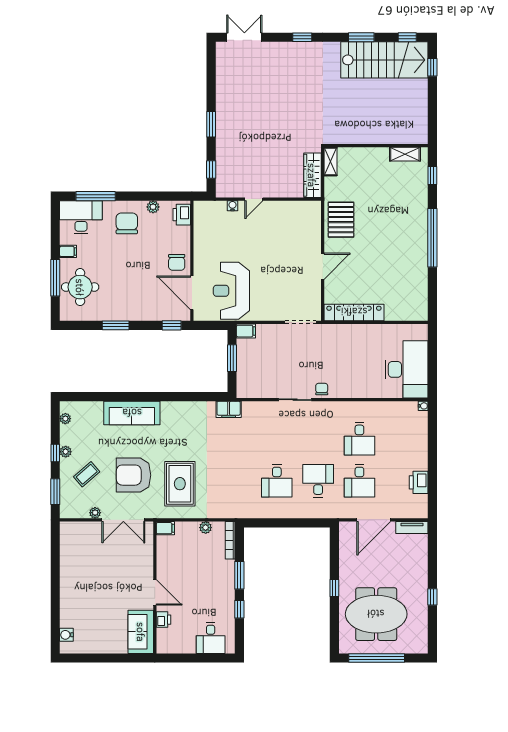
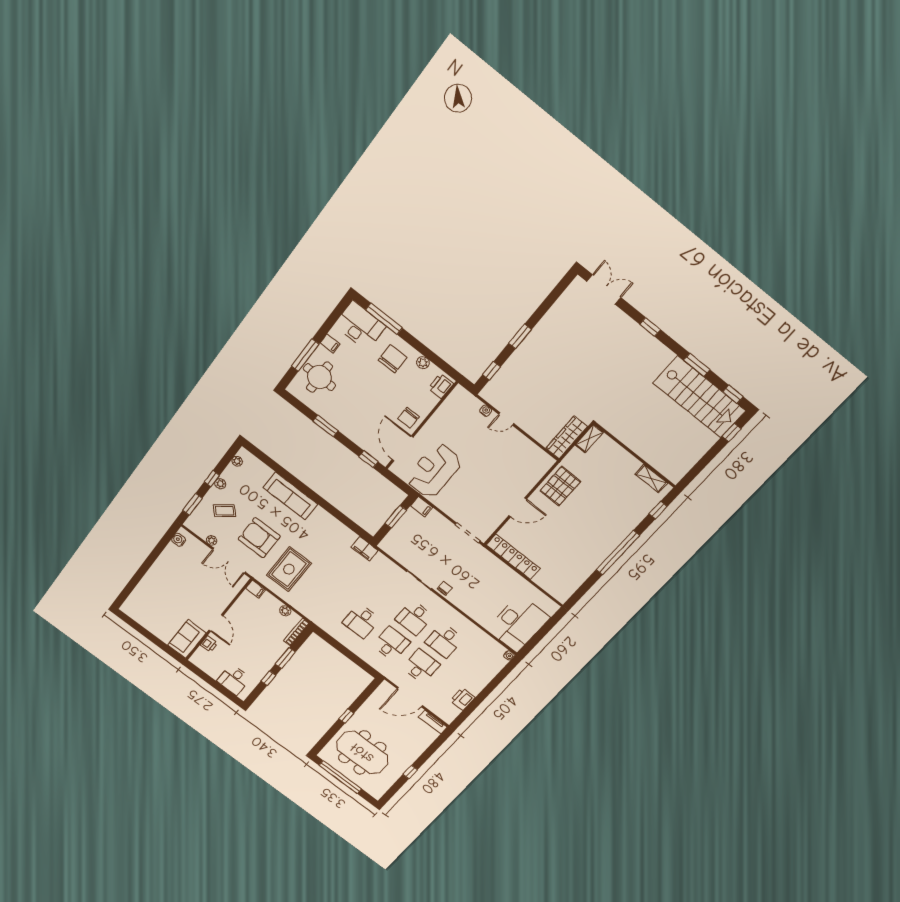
desk: (318, 439) -> (414, 618), added
desk: (359, 481) -> (421, 666), turned 180
water cooler: (66, 635) -> (179, 540), moved

